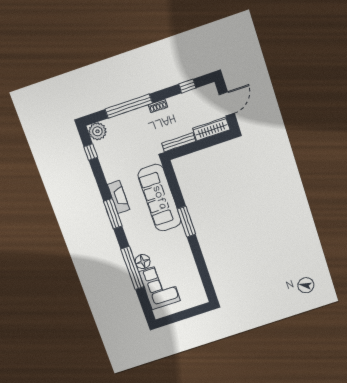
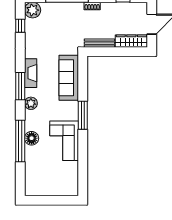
sofa: (159, 198) -> (69, 78), width x0.74, depth x0.79
plant: (130, 227) -> (31, 103), added
corner sofa: (160, 286) -> (64, 141), moved, turned 180

